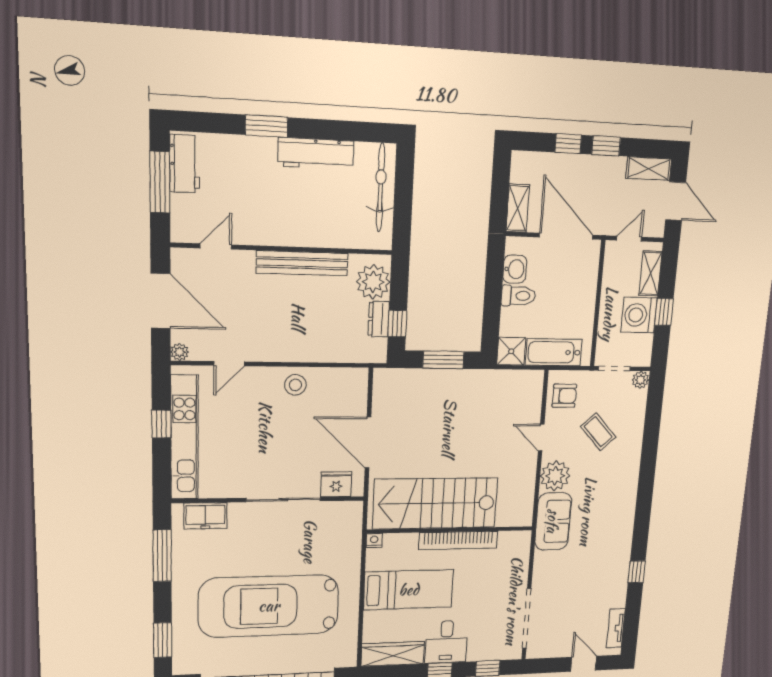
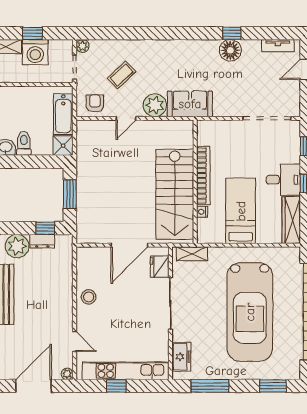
shelving: (353, 528) -> (192, 254), added
nightstand: (374, 541) -> (202, 212), moved
floor lamp: (616, 571) -> (230, 50), added

